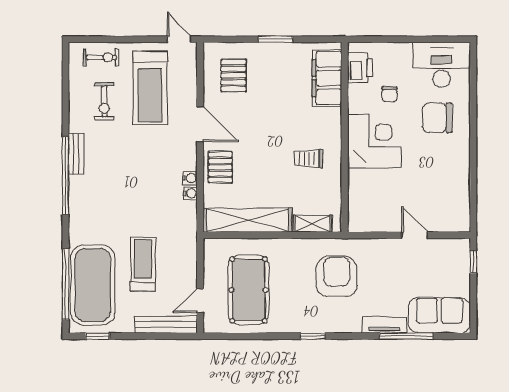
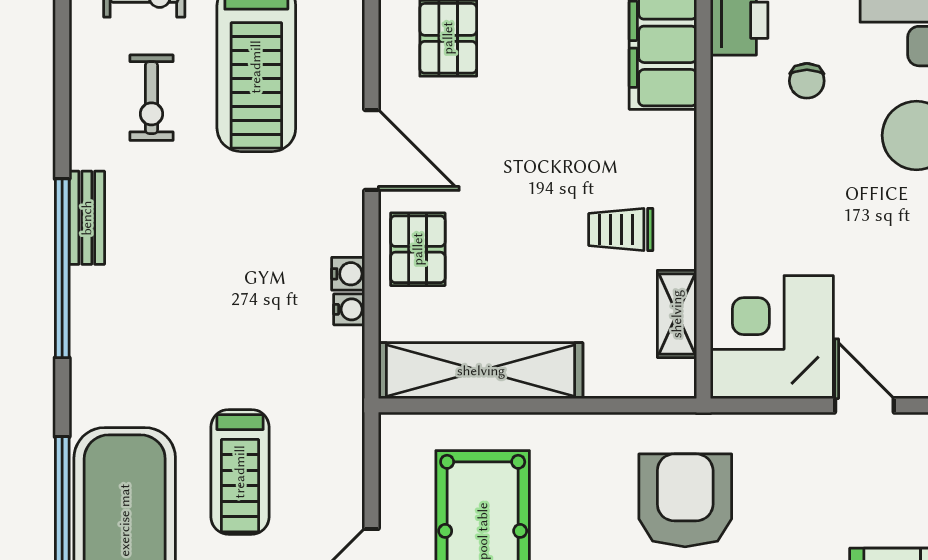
corner desk: (374, 141) -> (772, 337), moved, turned -90
shelving: (313, 224) -> (677, 314), moved, turned 90
treadmill: (143, 264) -> (240, 472), turned 180

